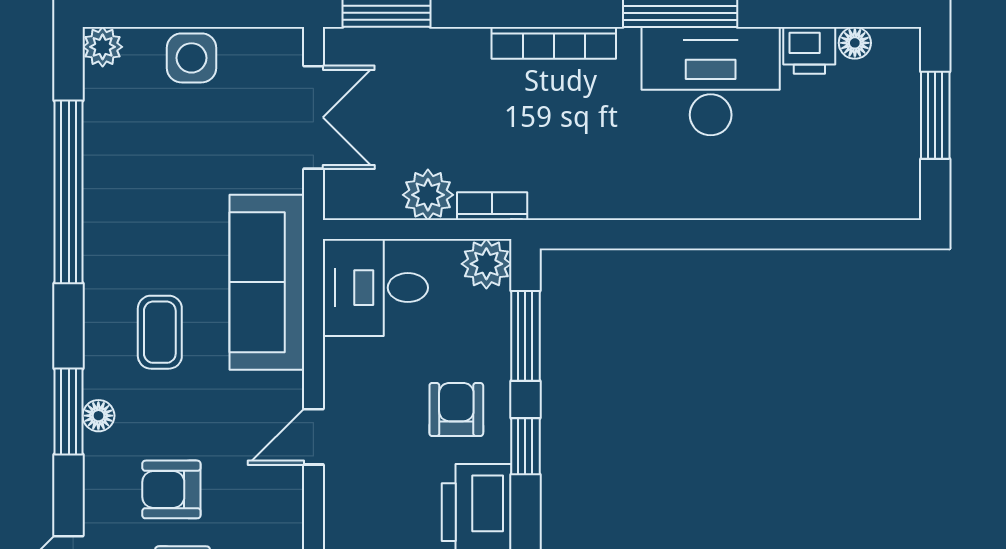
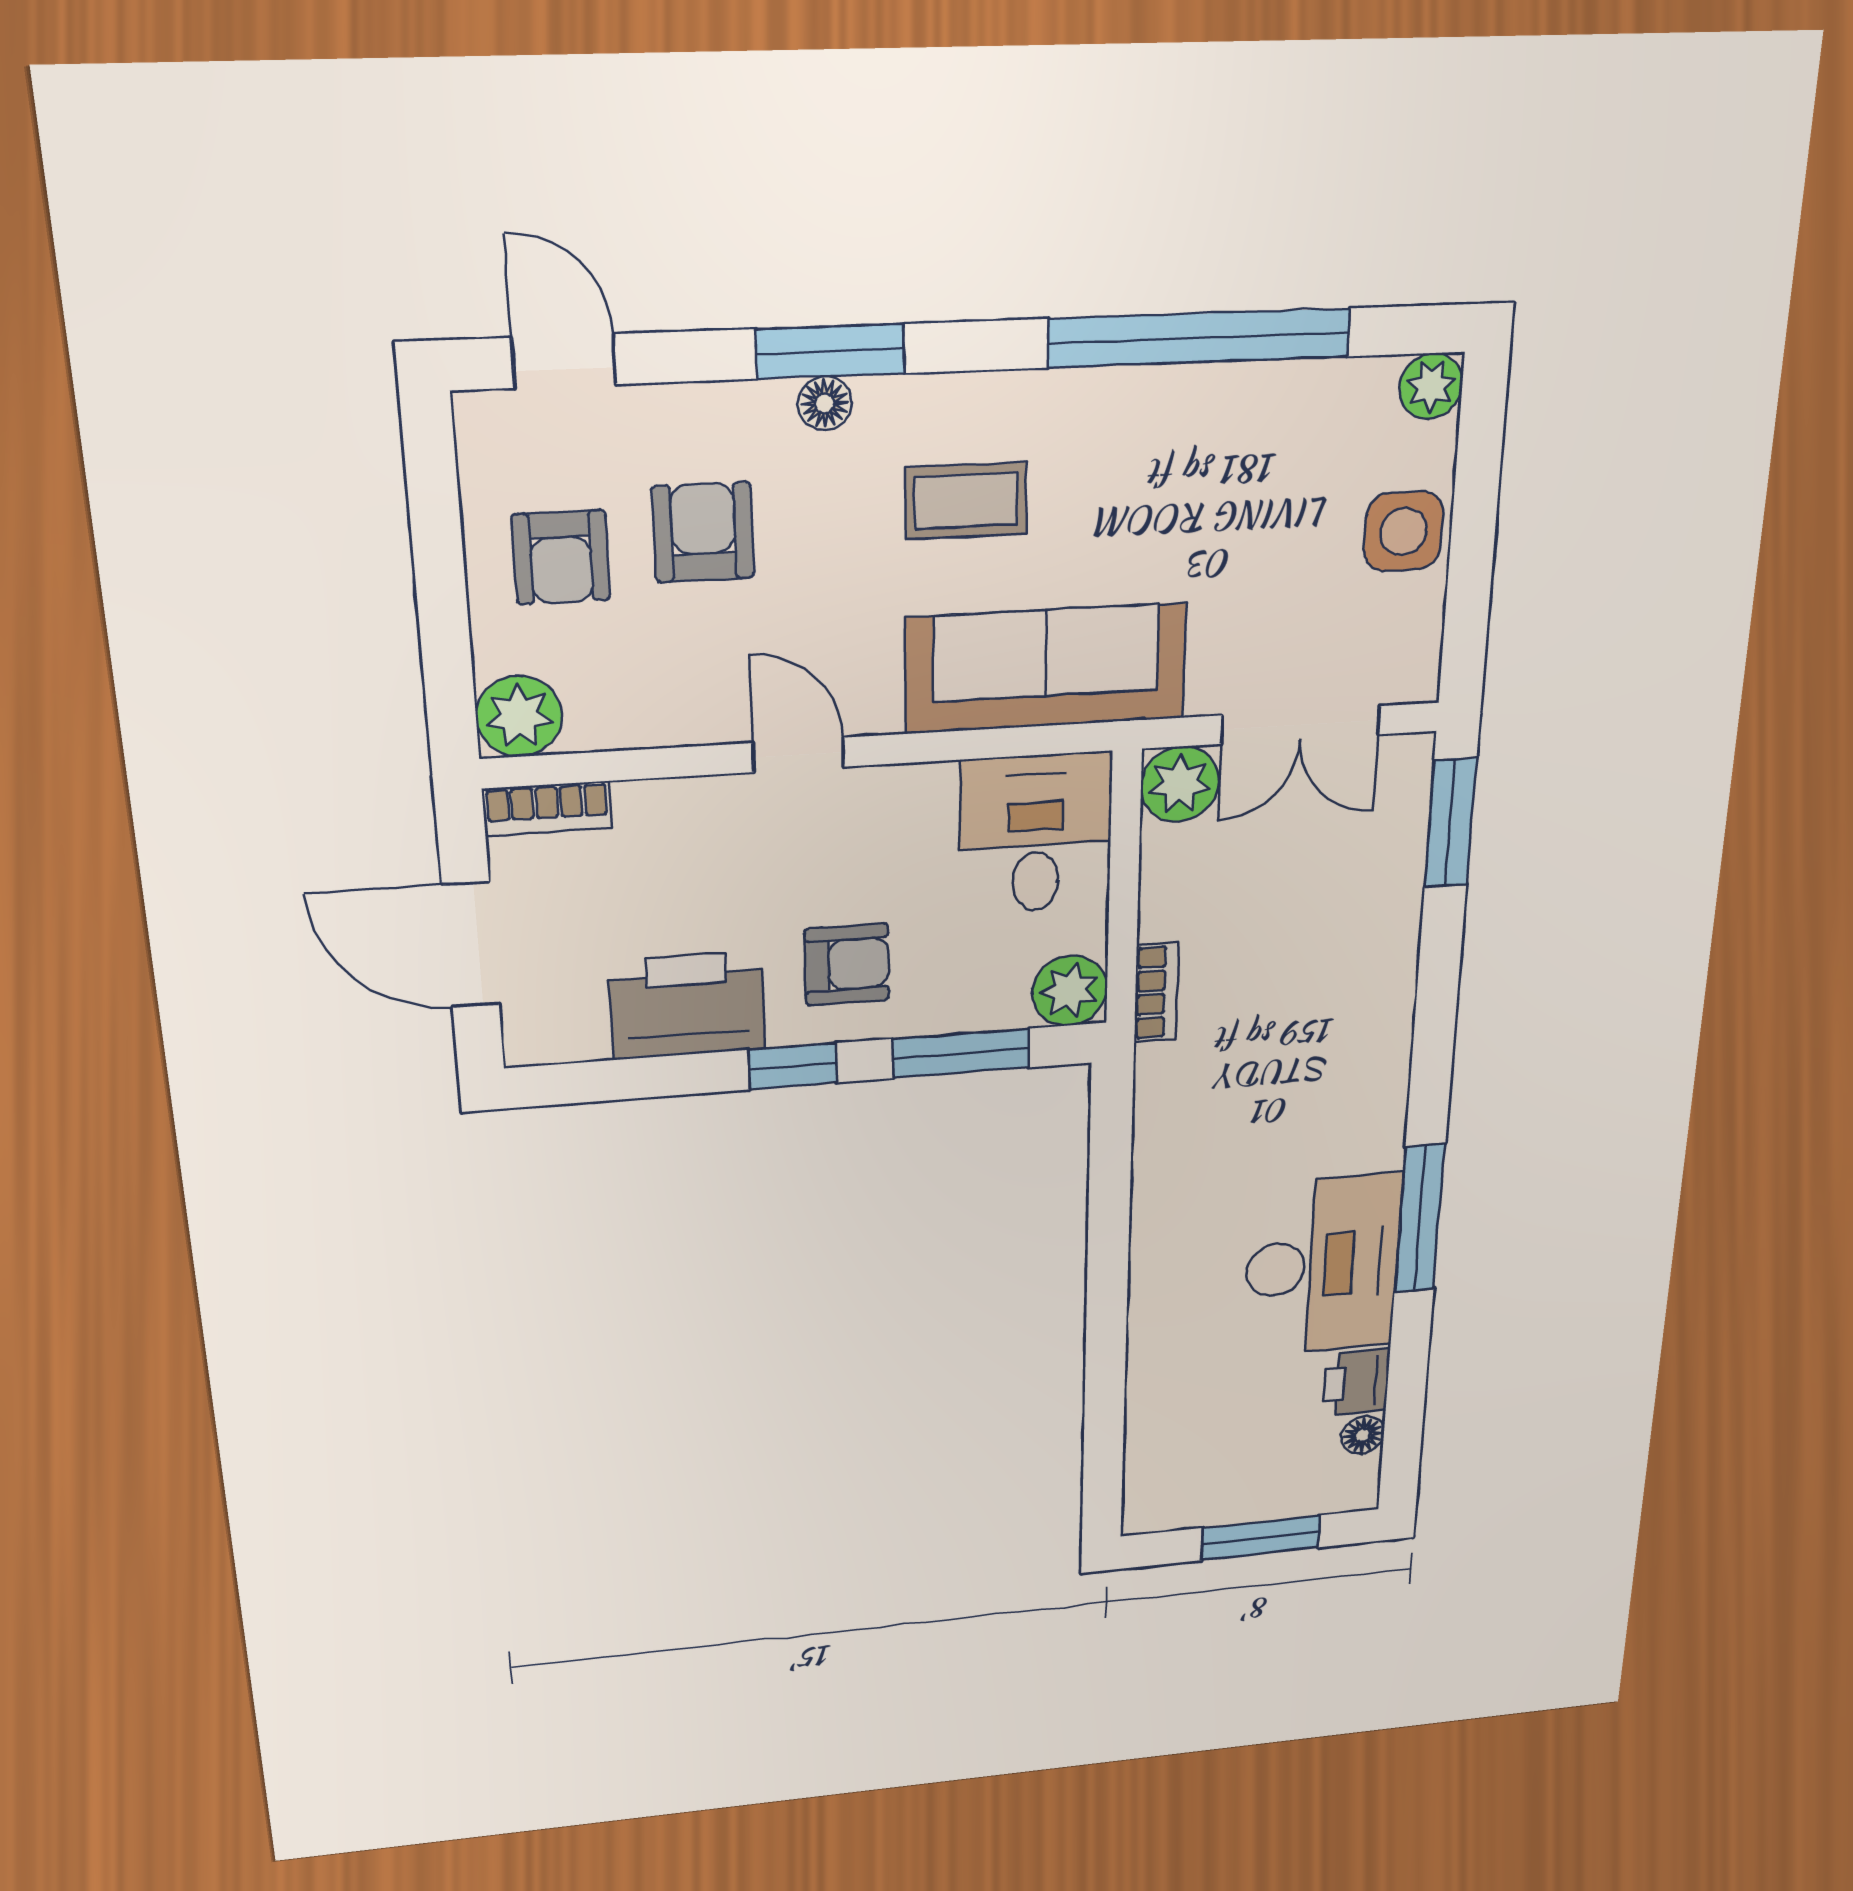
bookcase: (554, 43) -> (1390, 1058), removed
plant: (428, 195) -> (1180, 784), moved

